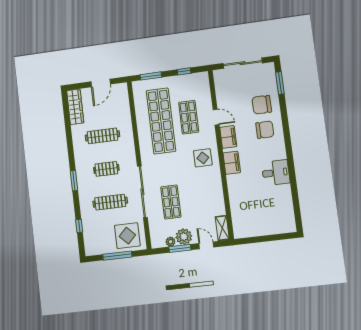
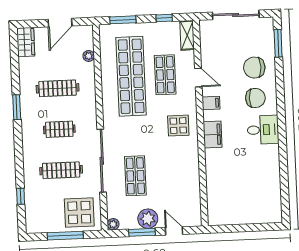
wardrobe: (75, 107) -> (26, 42), width x0.67
plant: (125, 108) -> (89, 56), added
filing cabinet: (228, 137) -> (211, 103), width x0.50
desk: (276, 173) -> (263, 130), moved
window: (74, 181) -> (17, 107), moved
shelving: (222, 228) -> (187, 35), moved
plant: (170, 242) -> (113, 224), moved

